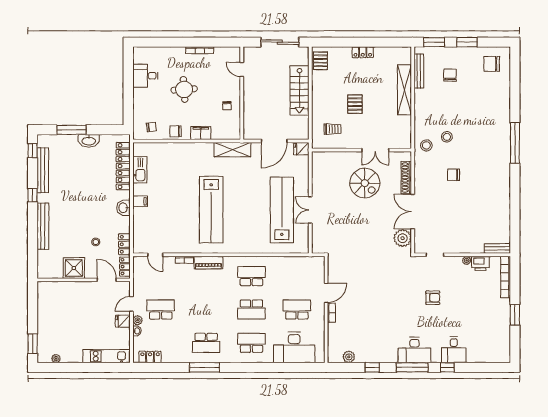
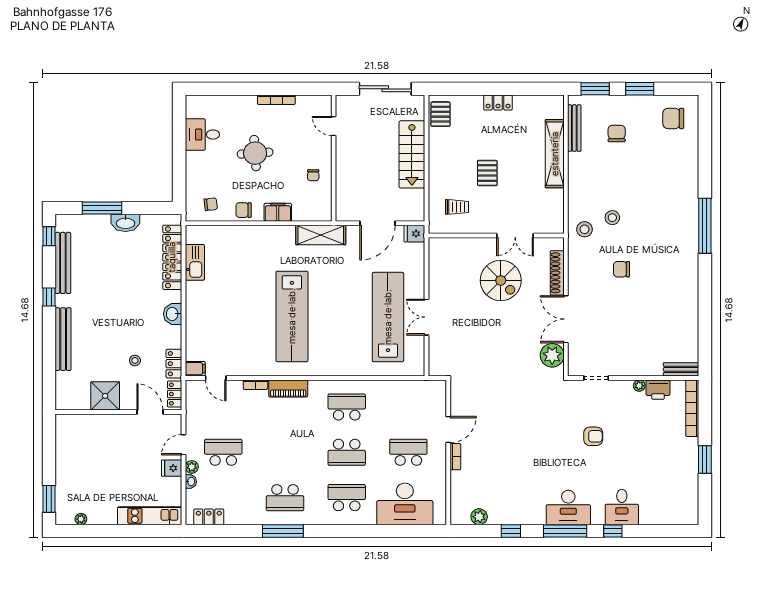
filing cabinet: (140, 201) -> (195, 369), moved

